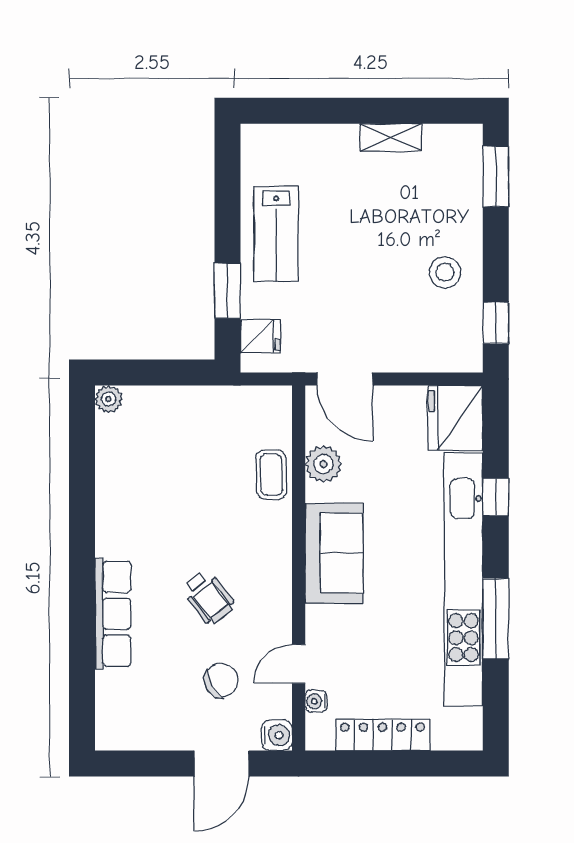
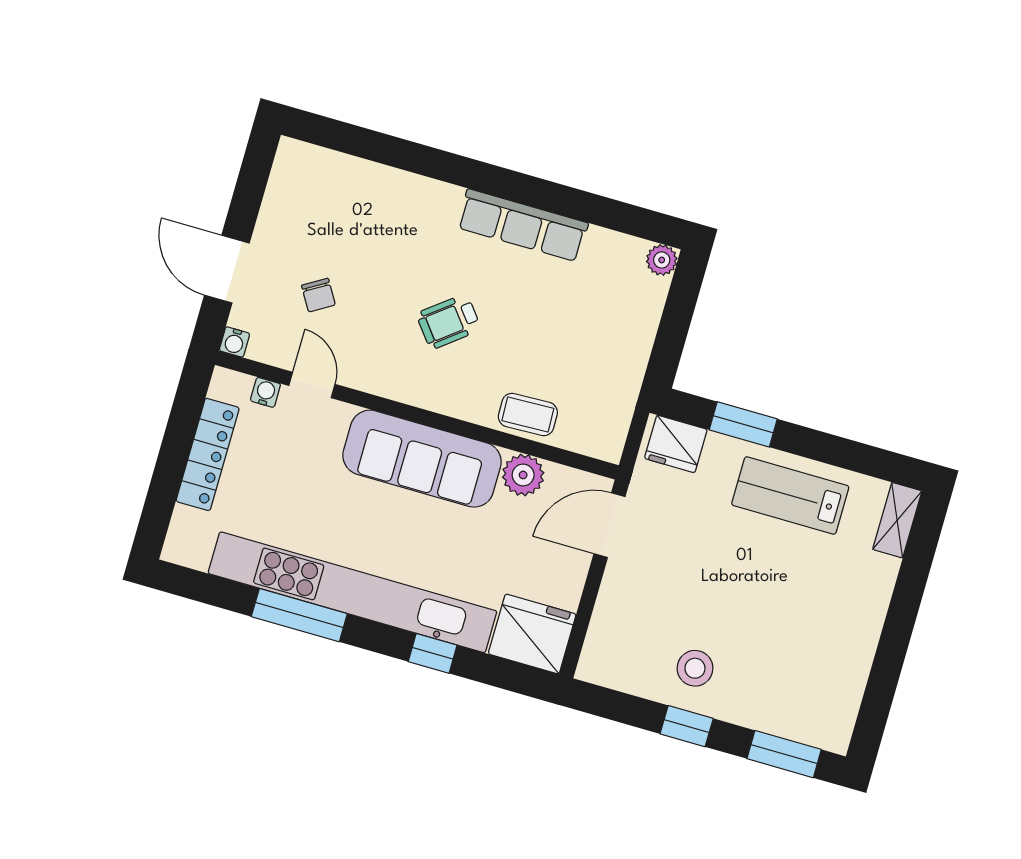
shelving: (391, 137) -> (897, 520), moved
window: (496, 323) -> (687, 726), moved
fridge: (260, 336) -> (676, 444), width x1.38
sofa: (334, 553) -> (422, 459), width x1.36
wheelchair: (208, 597) -> (449, 322), moved
row of seats: (113, 614) -> (523, 225), moved
chair: (221, 680) -> (318, 295), width x0.73, depth x0.73
water cooler: (277, 735) -> (234, 342), width x0.72, depth x0.72

